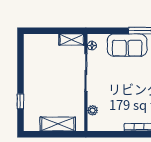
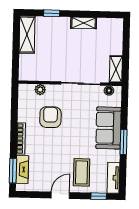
shelving: (29, 71) -> (84, 23), added
armchair: (118, 100) -> (50, 117), added
shelving: (58, 124) -> (27, 35), moved

